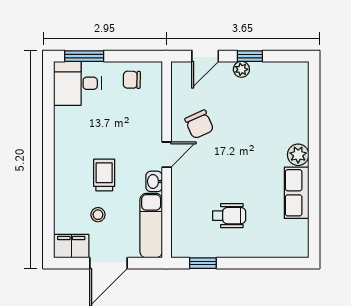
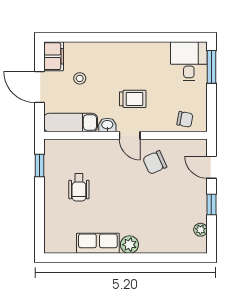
plant: (241, 69) -> (200, 230), moved
chair: (132, 80) -> (185, 119), moved, turned 100
trolley: (104, 175) -> (133, 99), moved

